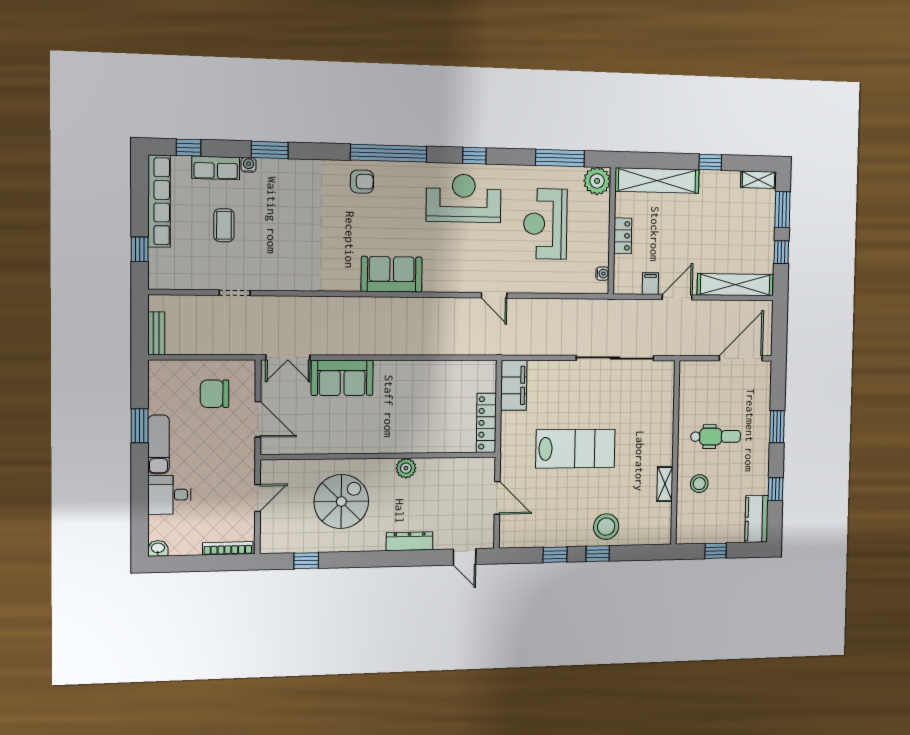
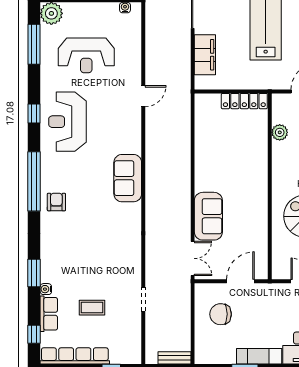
filing cabinet: (514, 385) -> (205, 55), moved, turned 90
chair: (215, 394) -> (221, 314), turned 90
plant: (406, 468) -> (280, 132), moved

